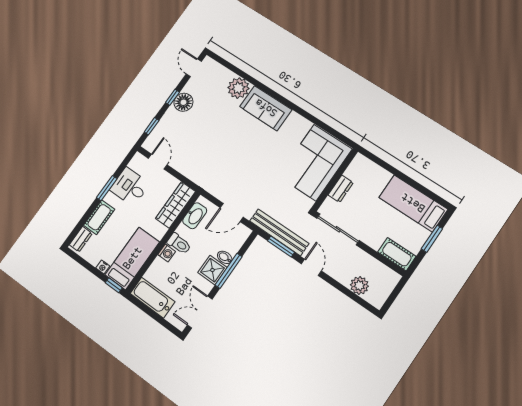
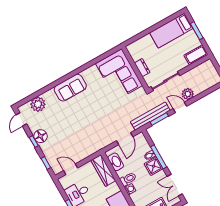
door: (194, 68) -> (21, 119), hinge flipped
plant: (238, 88) -> (38, 104), moved
plant: (359, 285) -> (188, 94), moved

